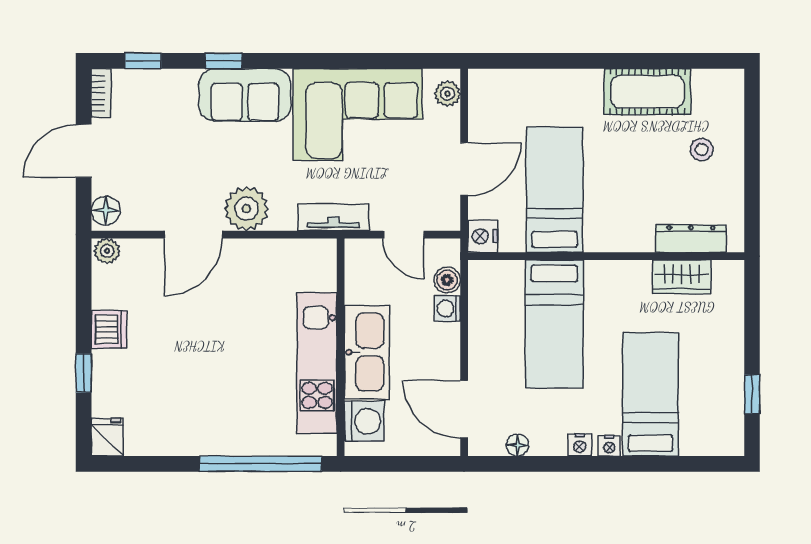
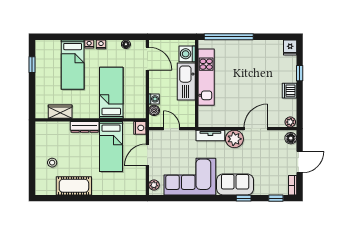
tv unit: (333, 217) -> (210, 135), moved
dresser: (691, 239) -> (85, 127), moved

